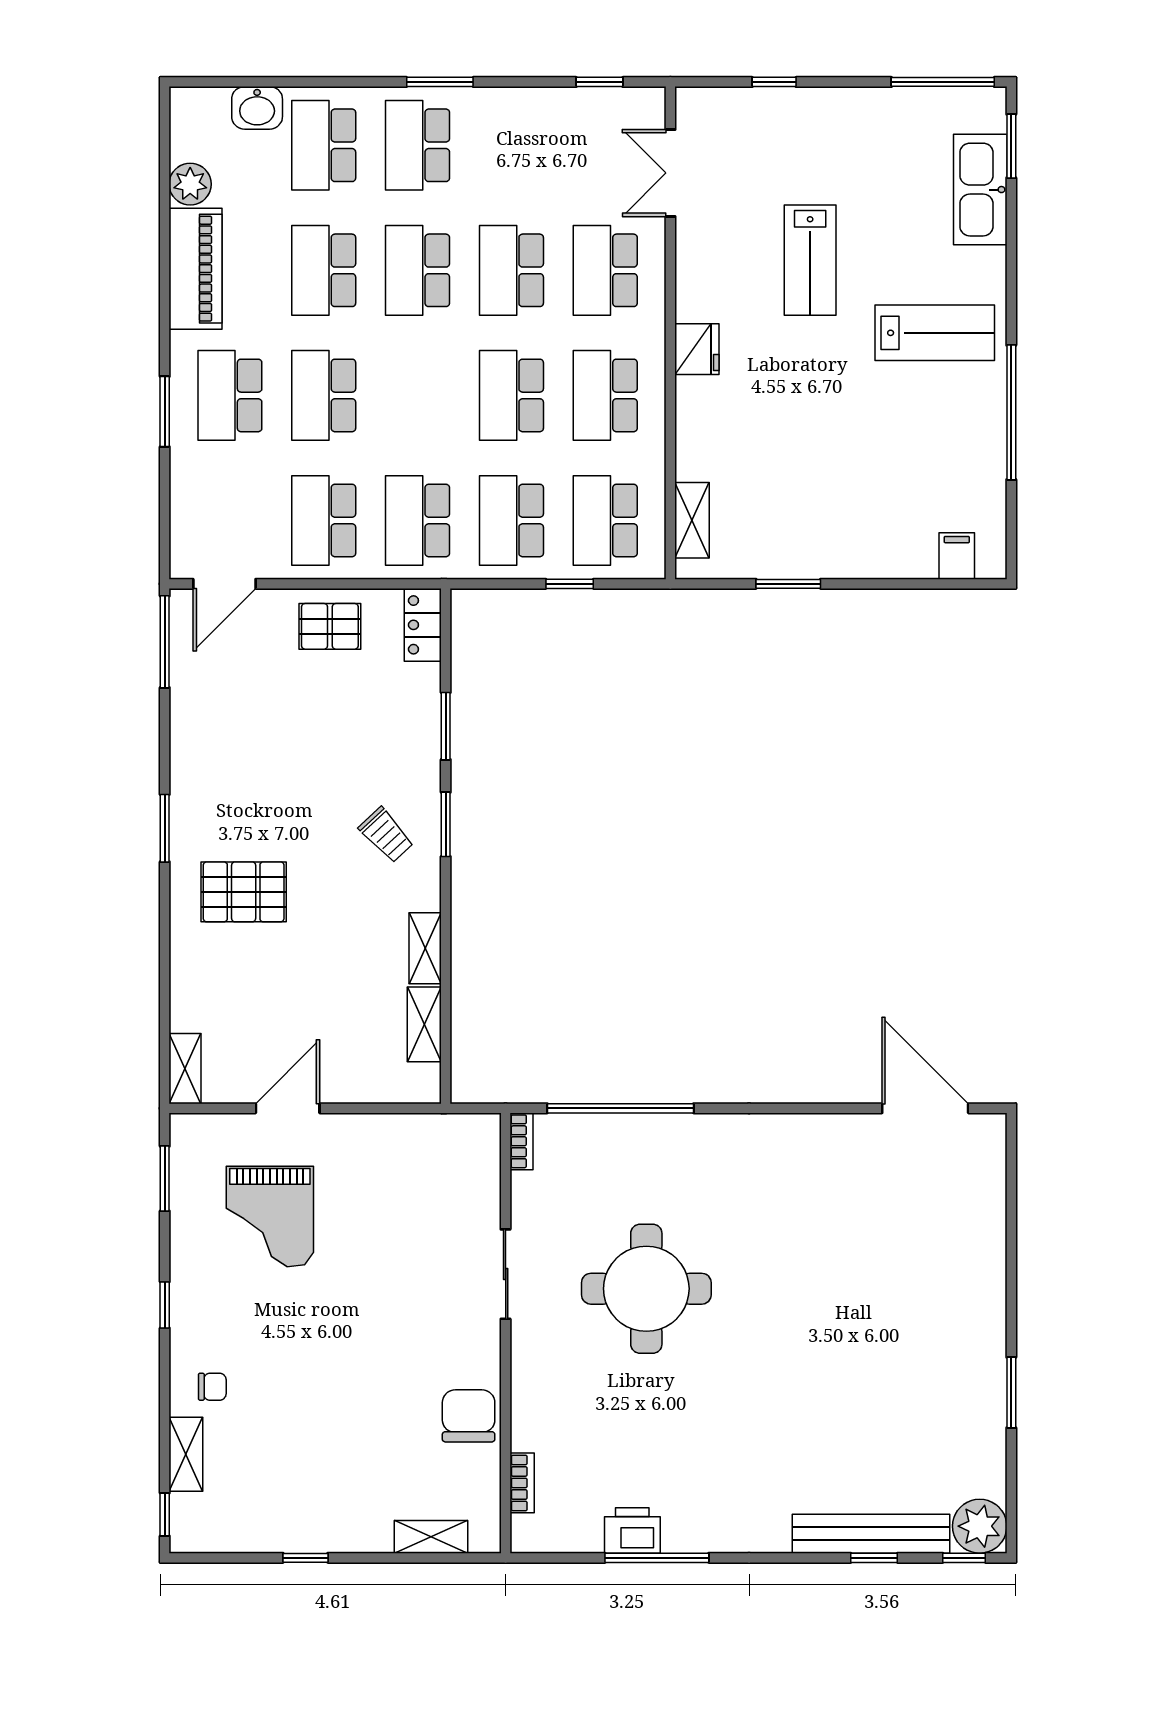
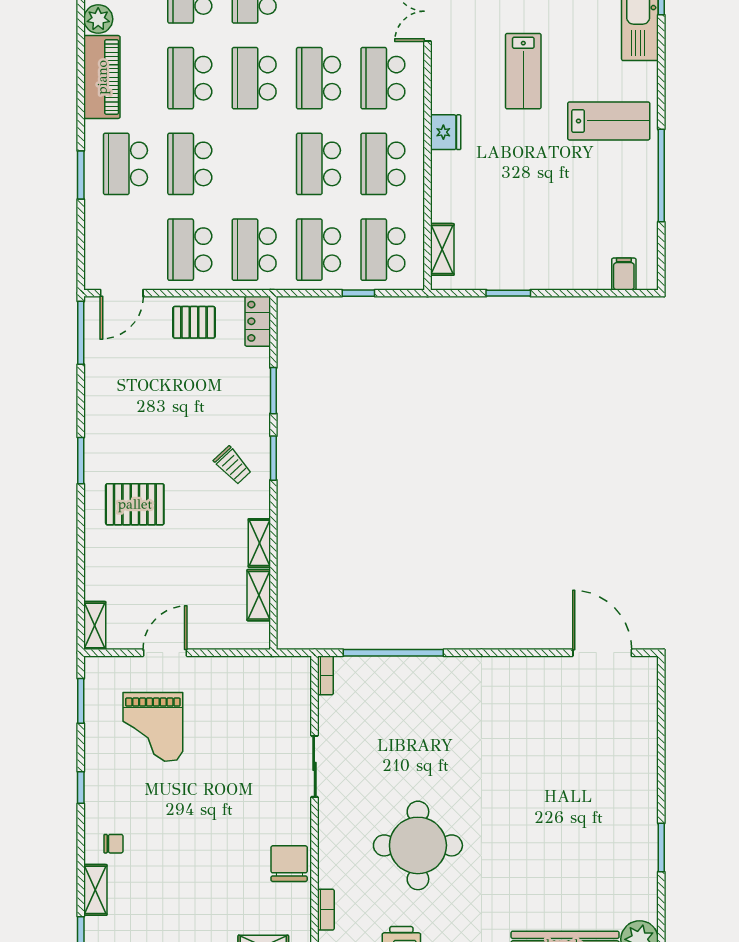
round table: (646, 1289) -> (418, 845), moved

